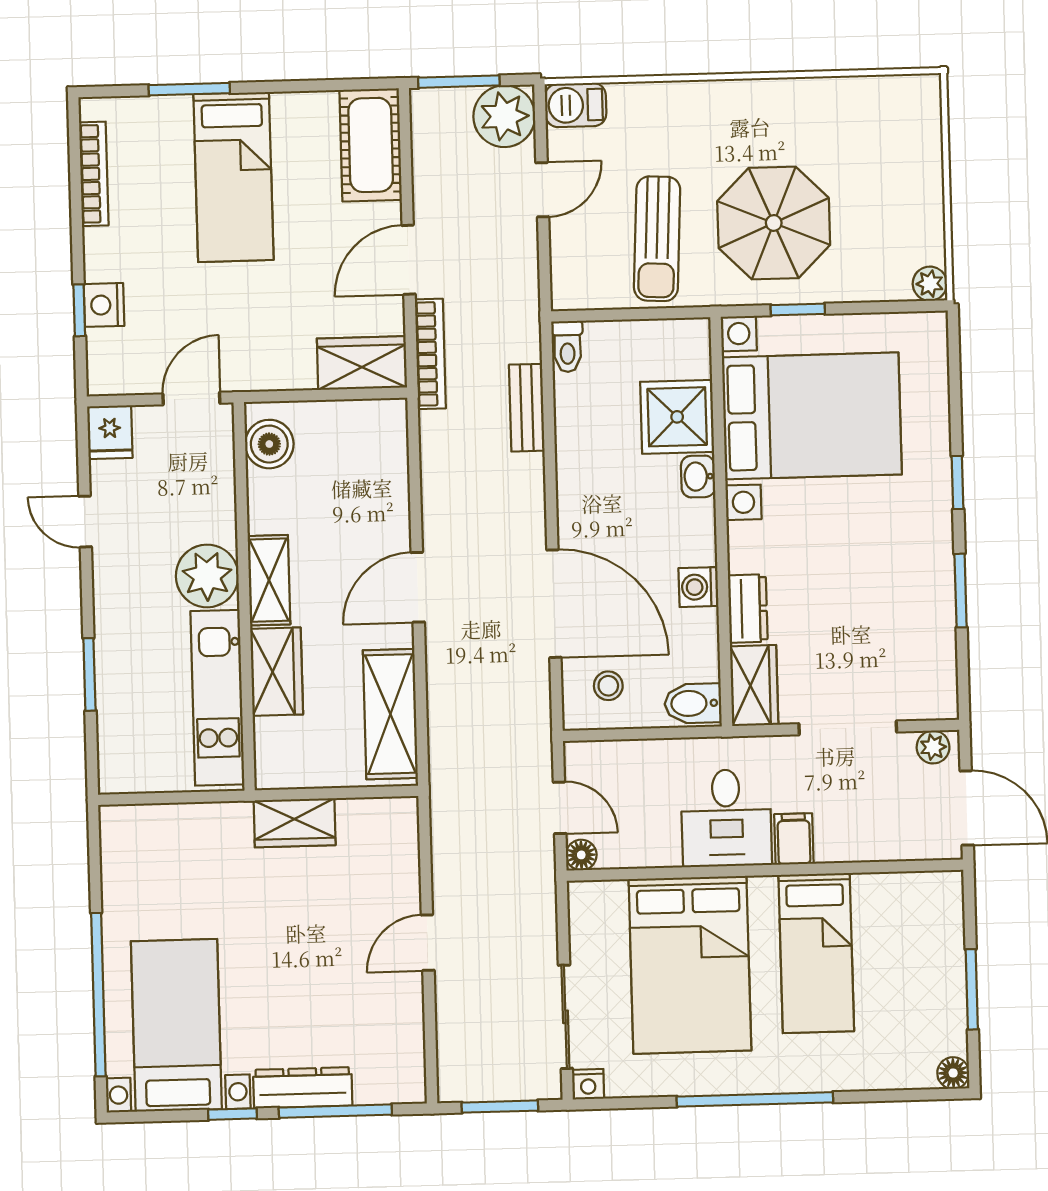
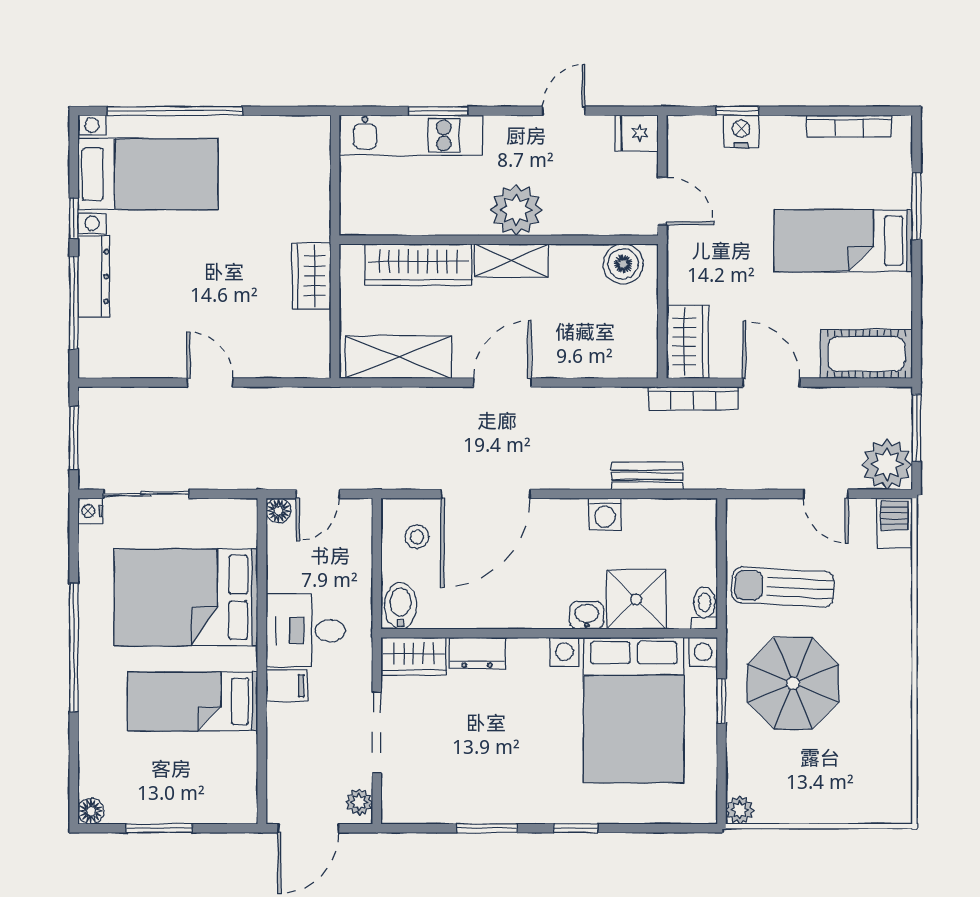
toilet: (567, 347) -> (704, 608), moved, turned 90
door: (418, 587) -> (502, 383), hinge flipped
washing machine: (698, 587) -> (605, 514), moved, turned 180
wardrobe: (277, 672) -> (418, 265), width x1.50
kitchen unit: (217, 698) -> (411, 135), moved, turned 180

